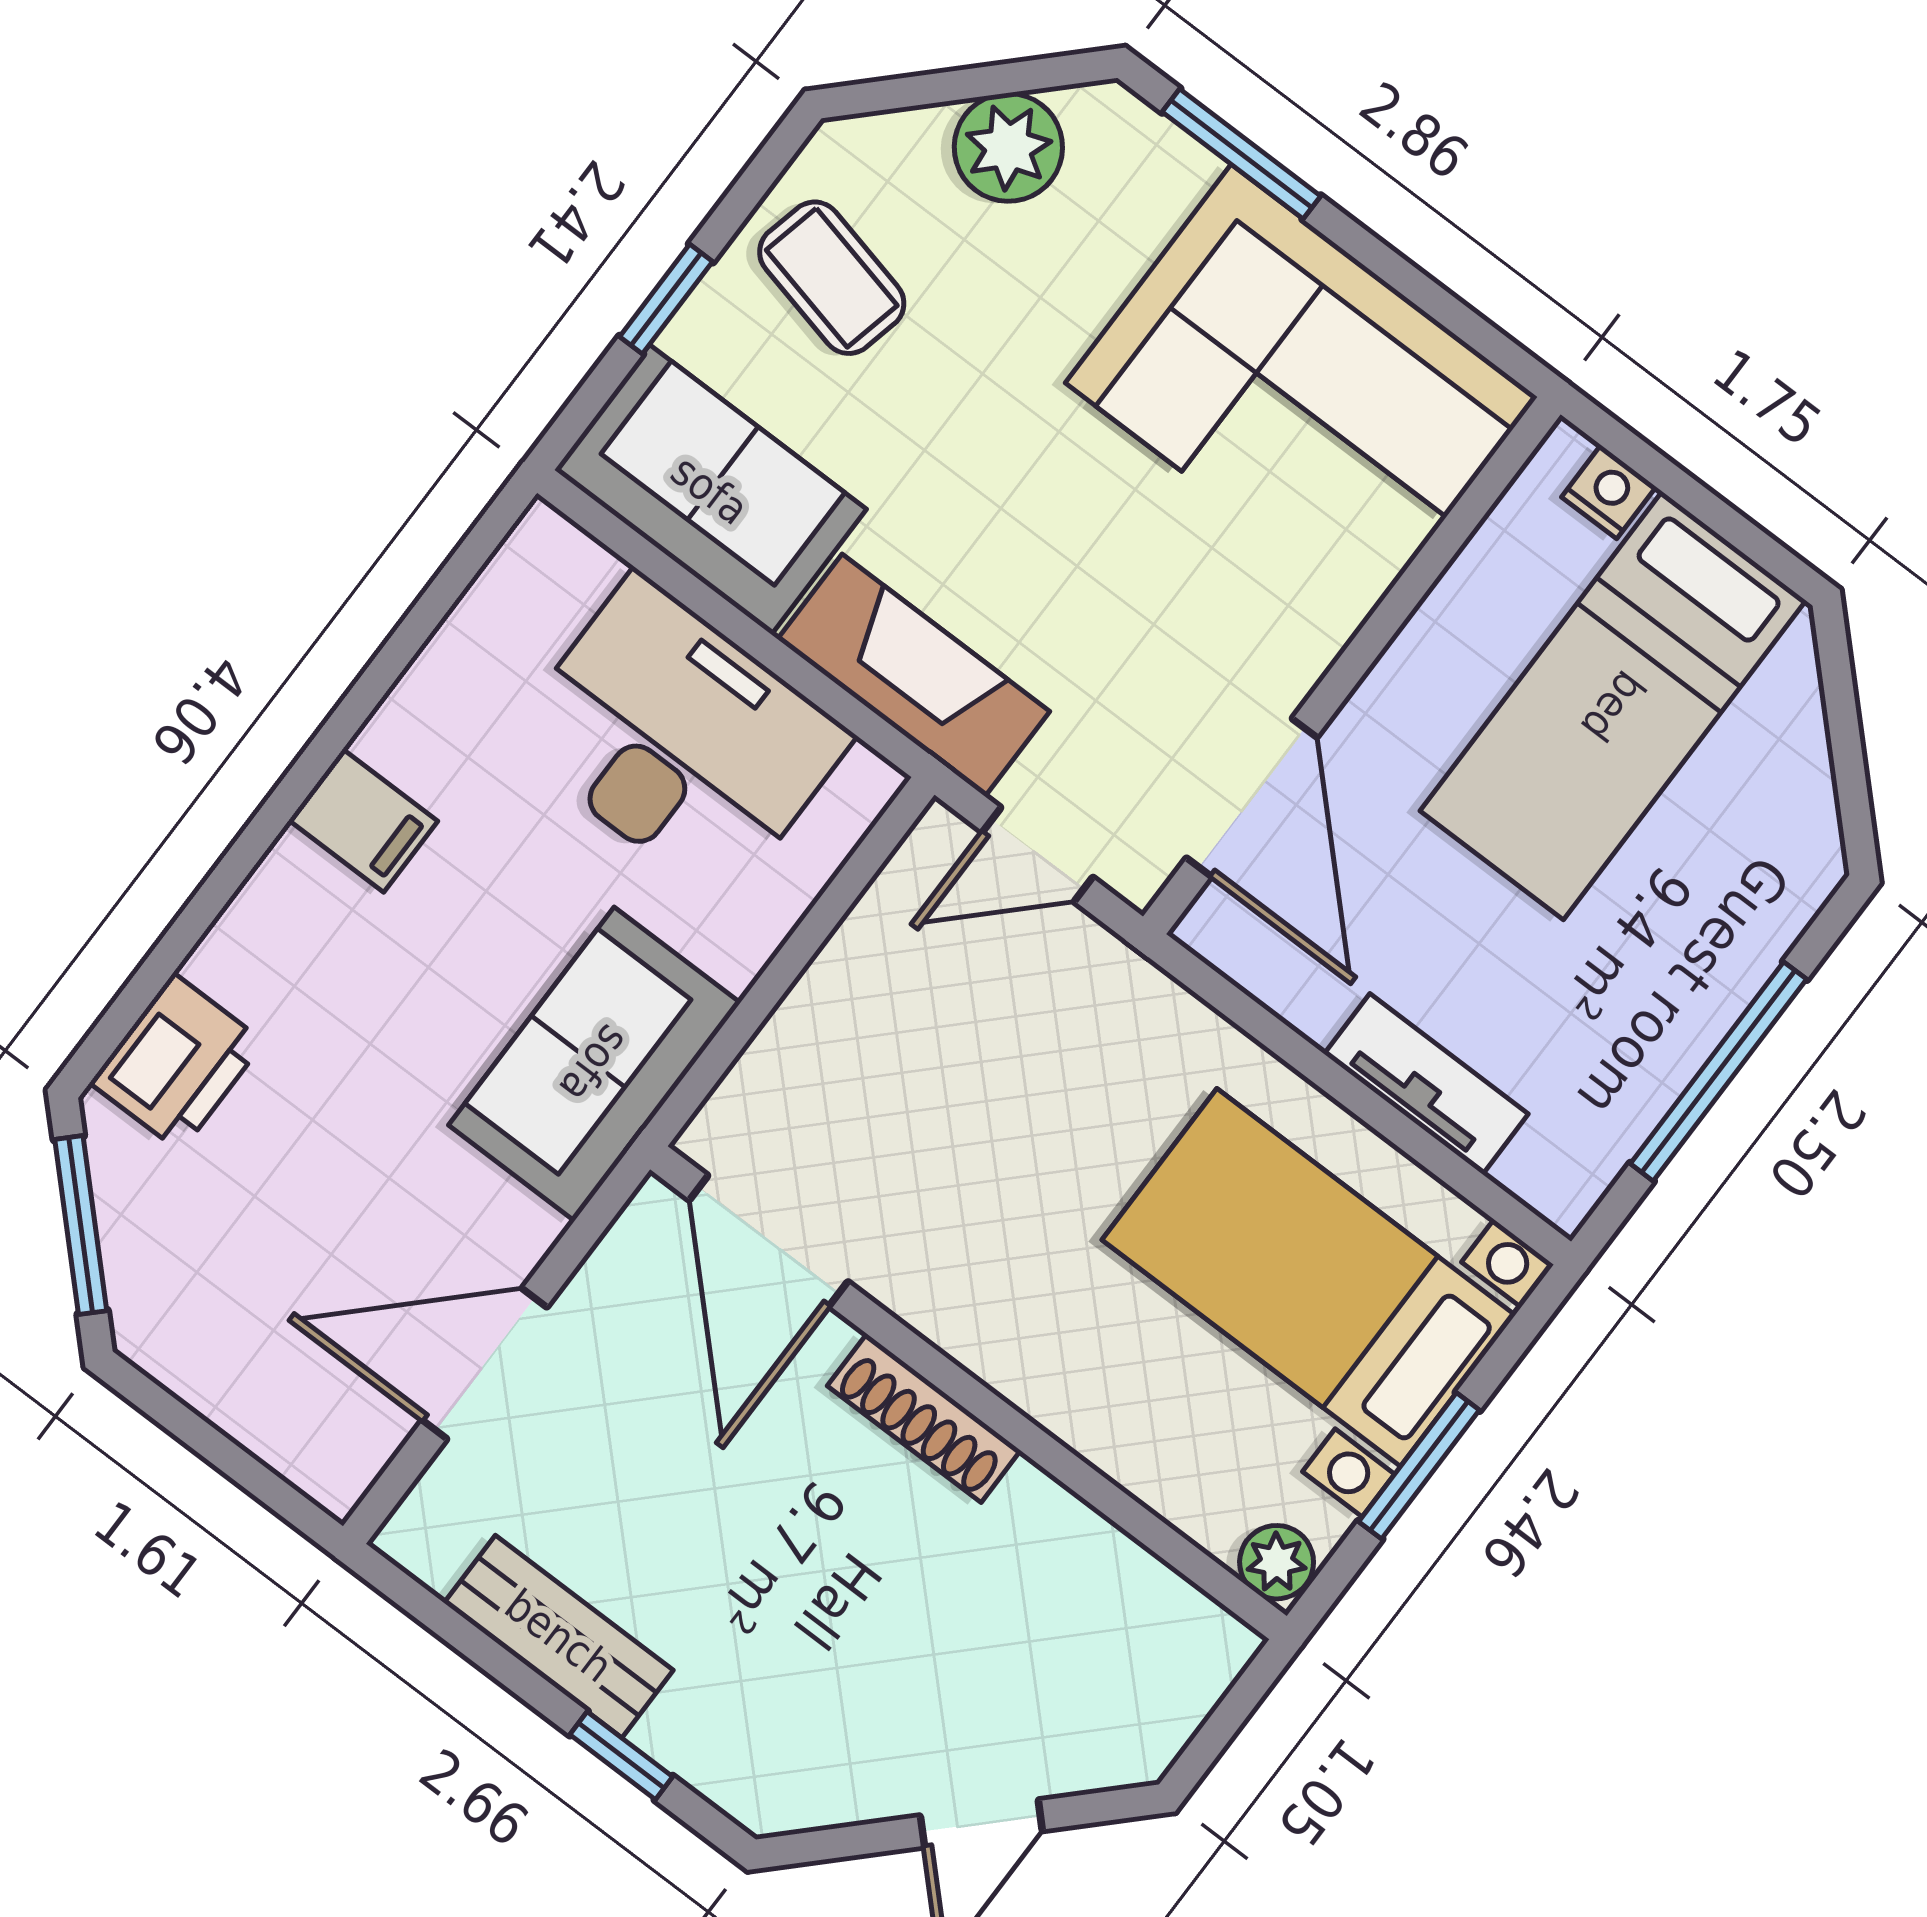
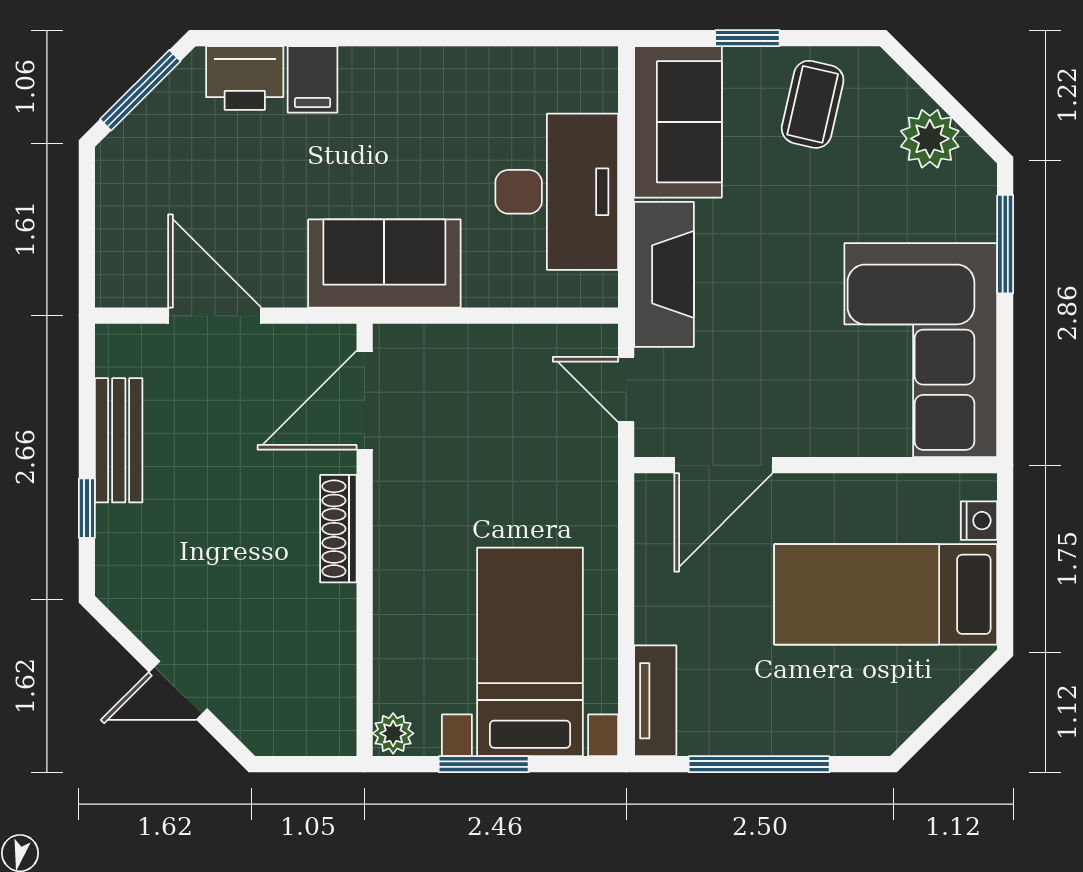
filing cabinet: (363, 821) -> (313, 79), moved
tv unit: (1426, 1084) -> (655, 701), moved

